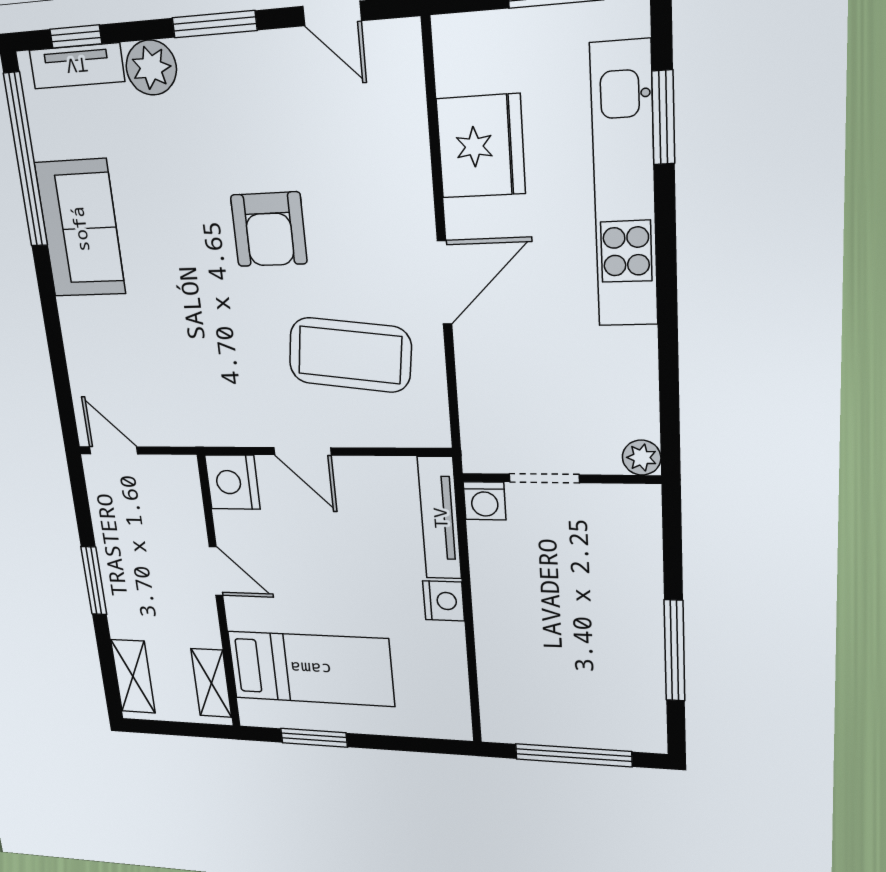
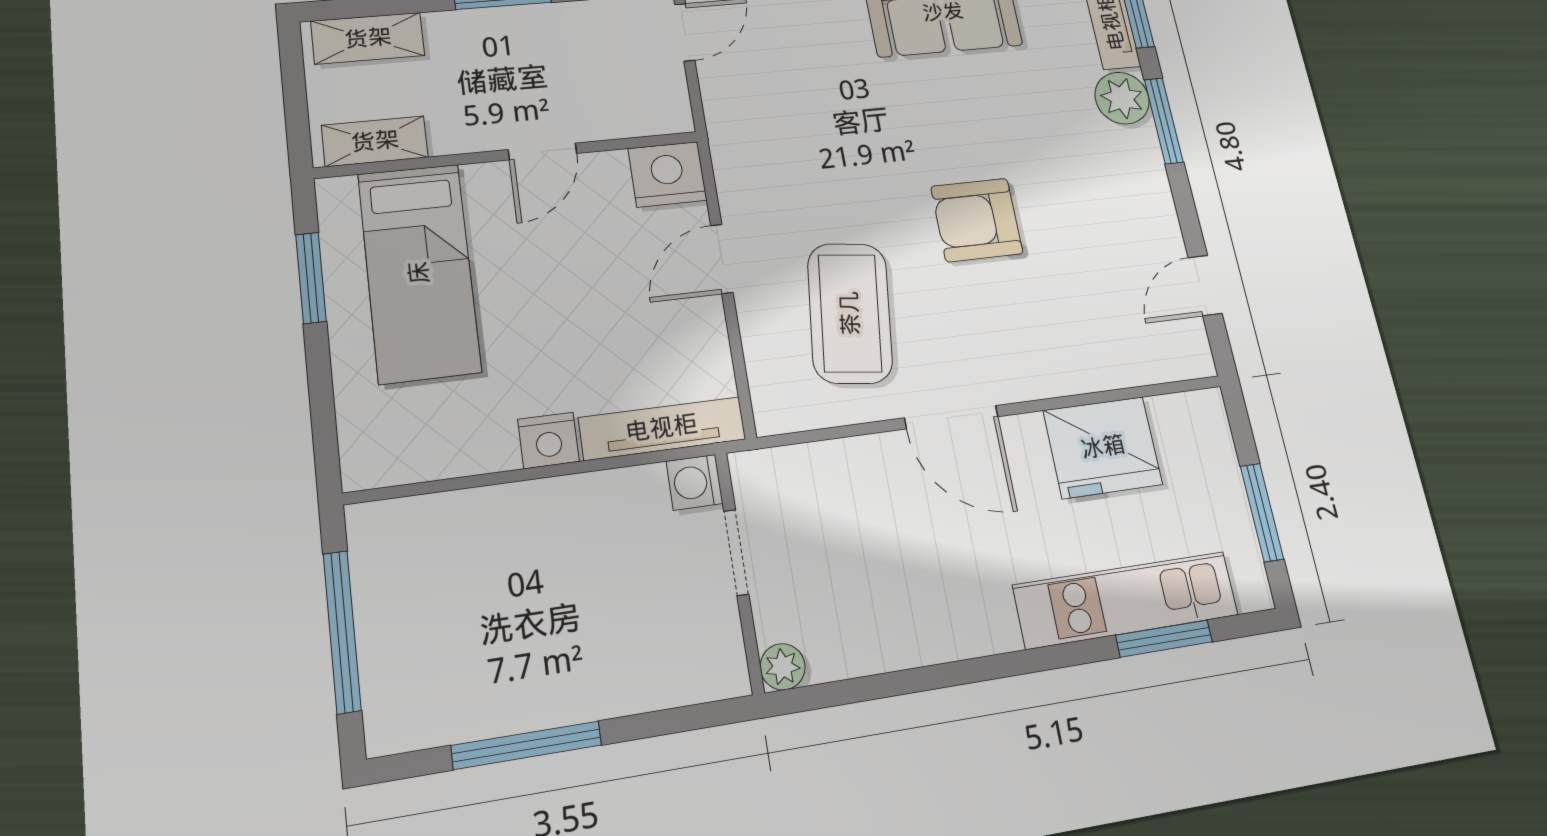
window: (214, 24) -> (1164, 121), moved
kitchen unit: (624, 187) -> (1126, 600), width x0.73

